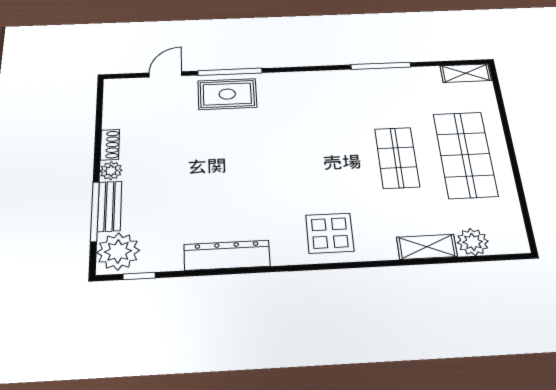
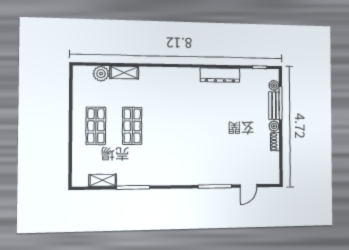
shelving: (466, 73) -> (103, 180), moved
rug: (227, 94) -> (217, 171), removed
shop shelf: (465, 154) -> (96, 126), width x0.70, depth x0.74
display table: (330, 233) -> (171, 84), removed
plant: (118, 251) -> (274, 85), width x0.53, depth x0.53

